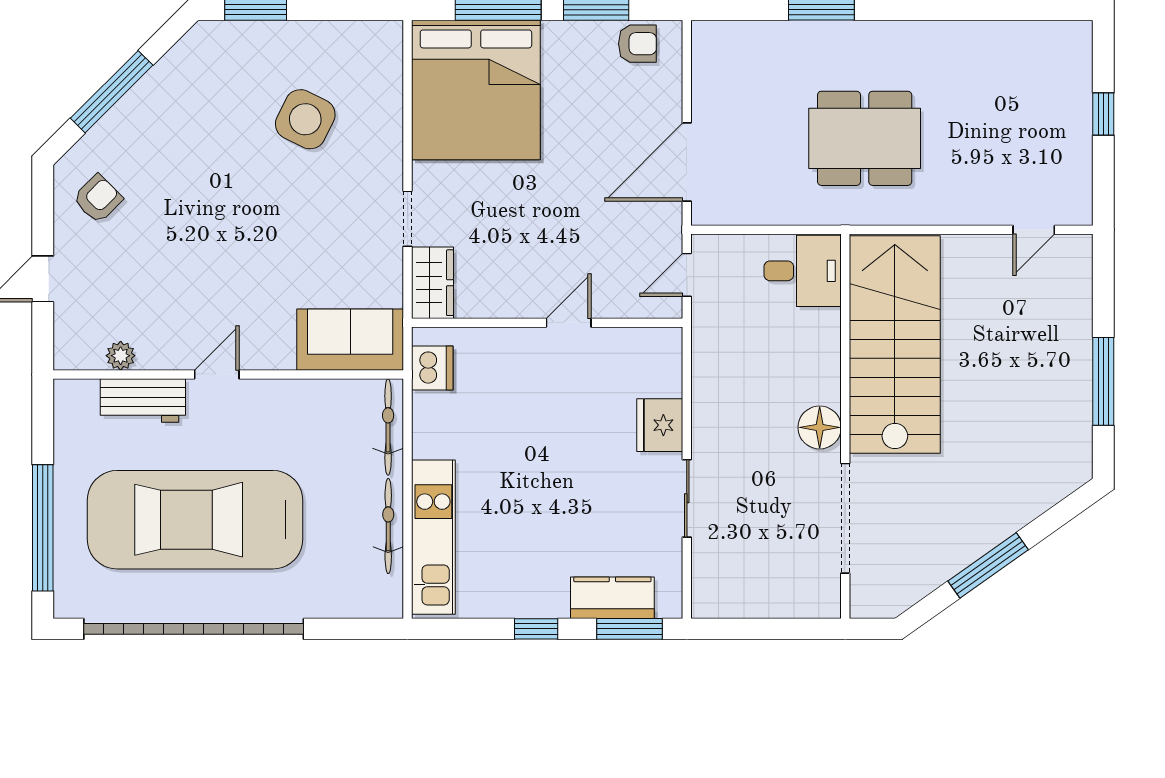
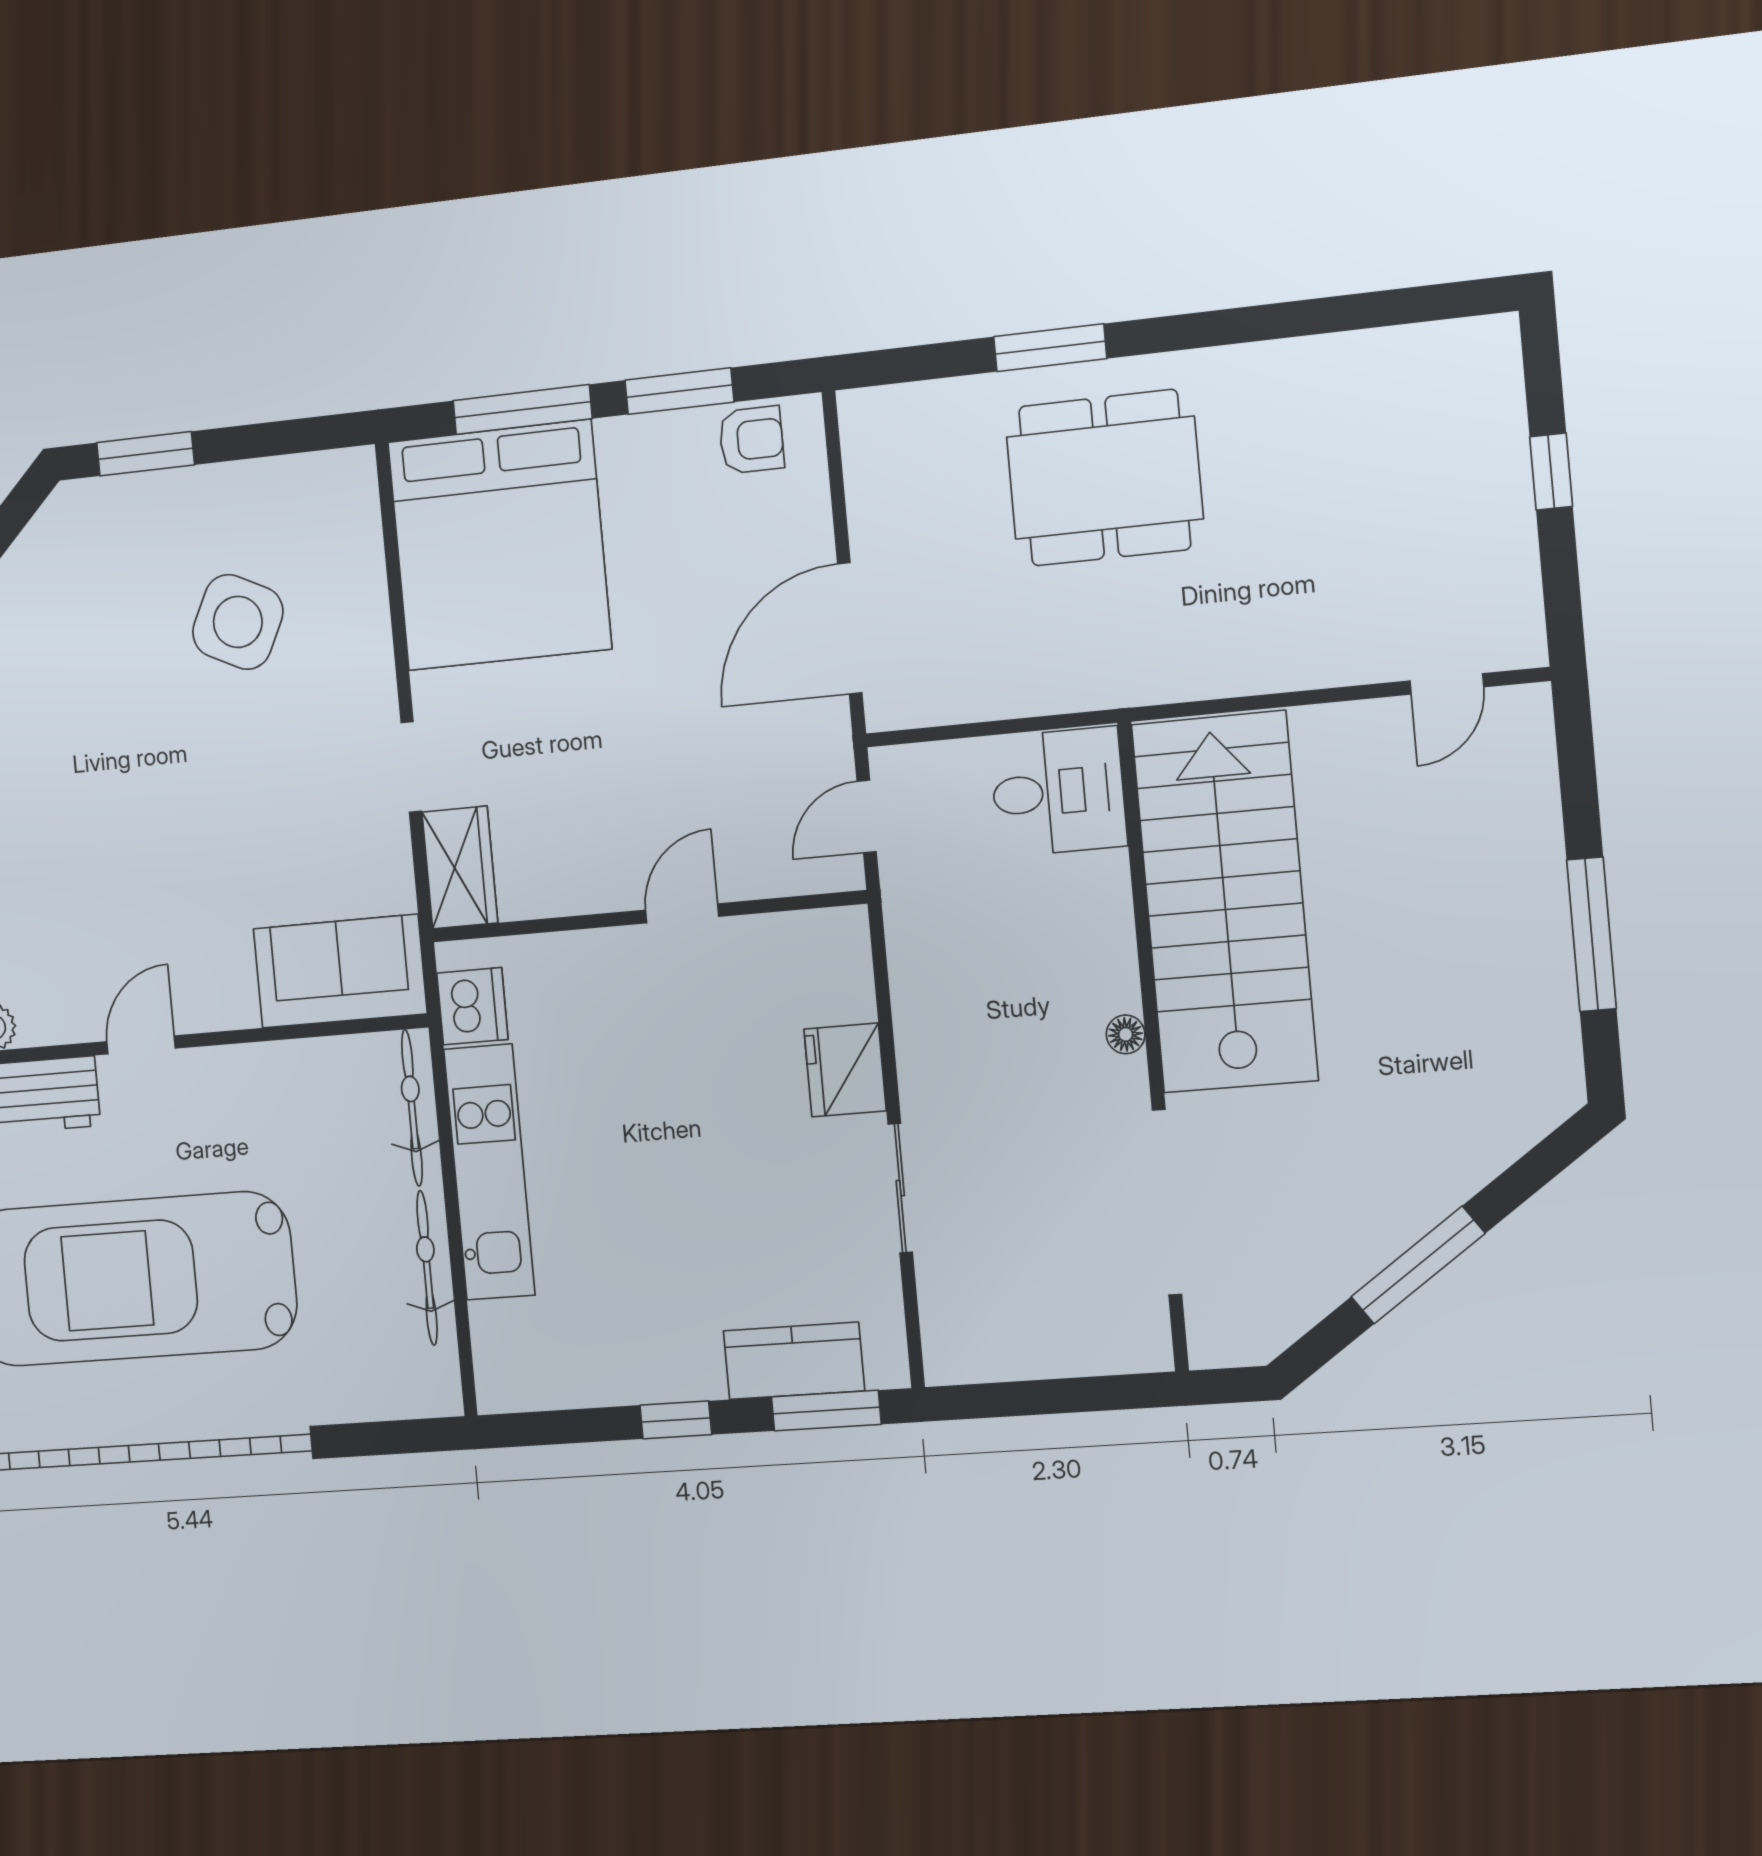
dining table: (865, 138) -> (1105, 478), moved
floor lamp: (820, 427) -> (1126, 1034), width x0.53, depth x0.53
kitchen unit: (433, 537) -> (489, 1172), moved

